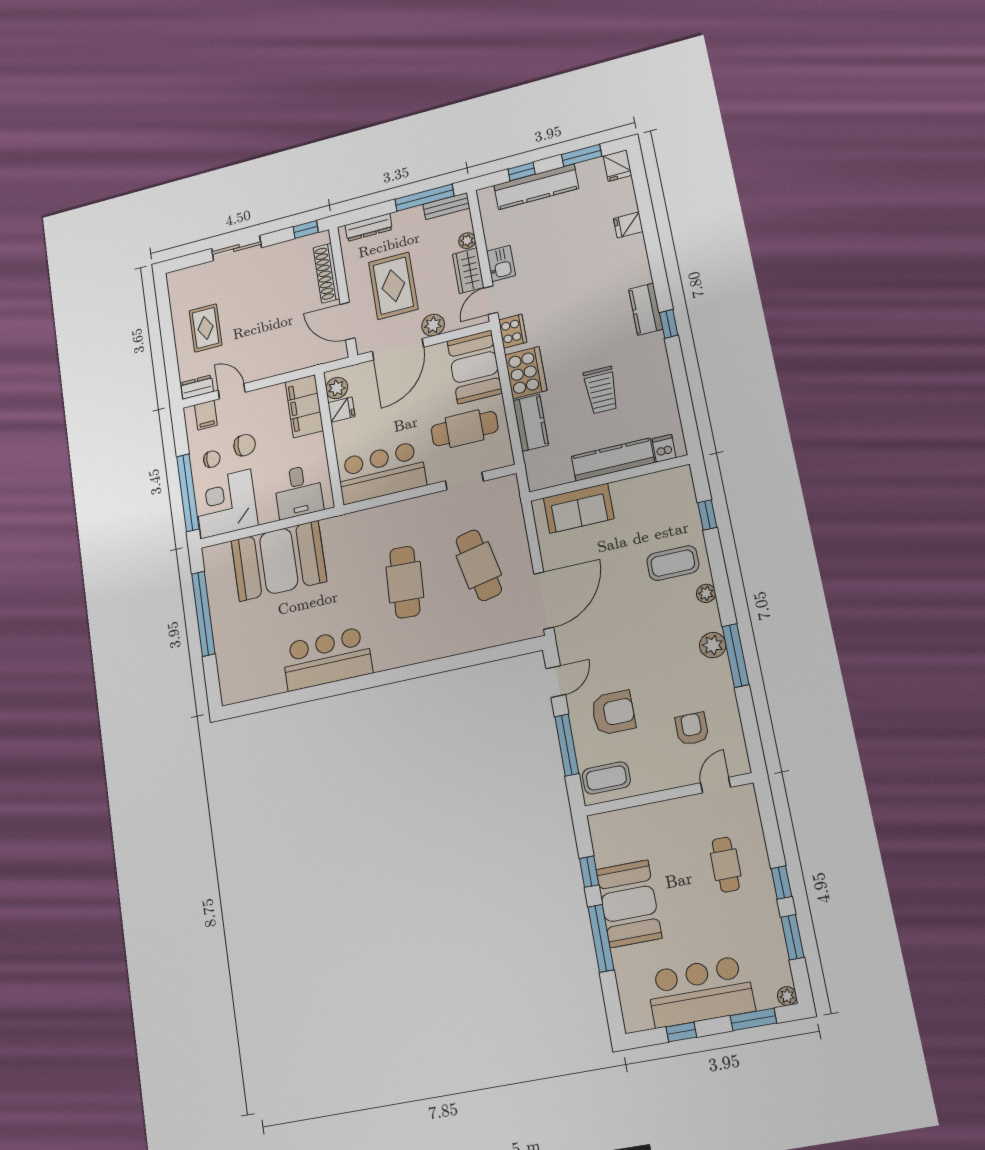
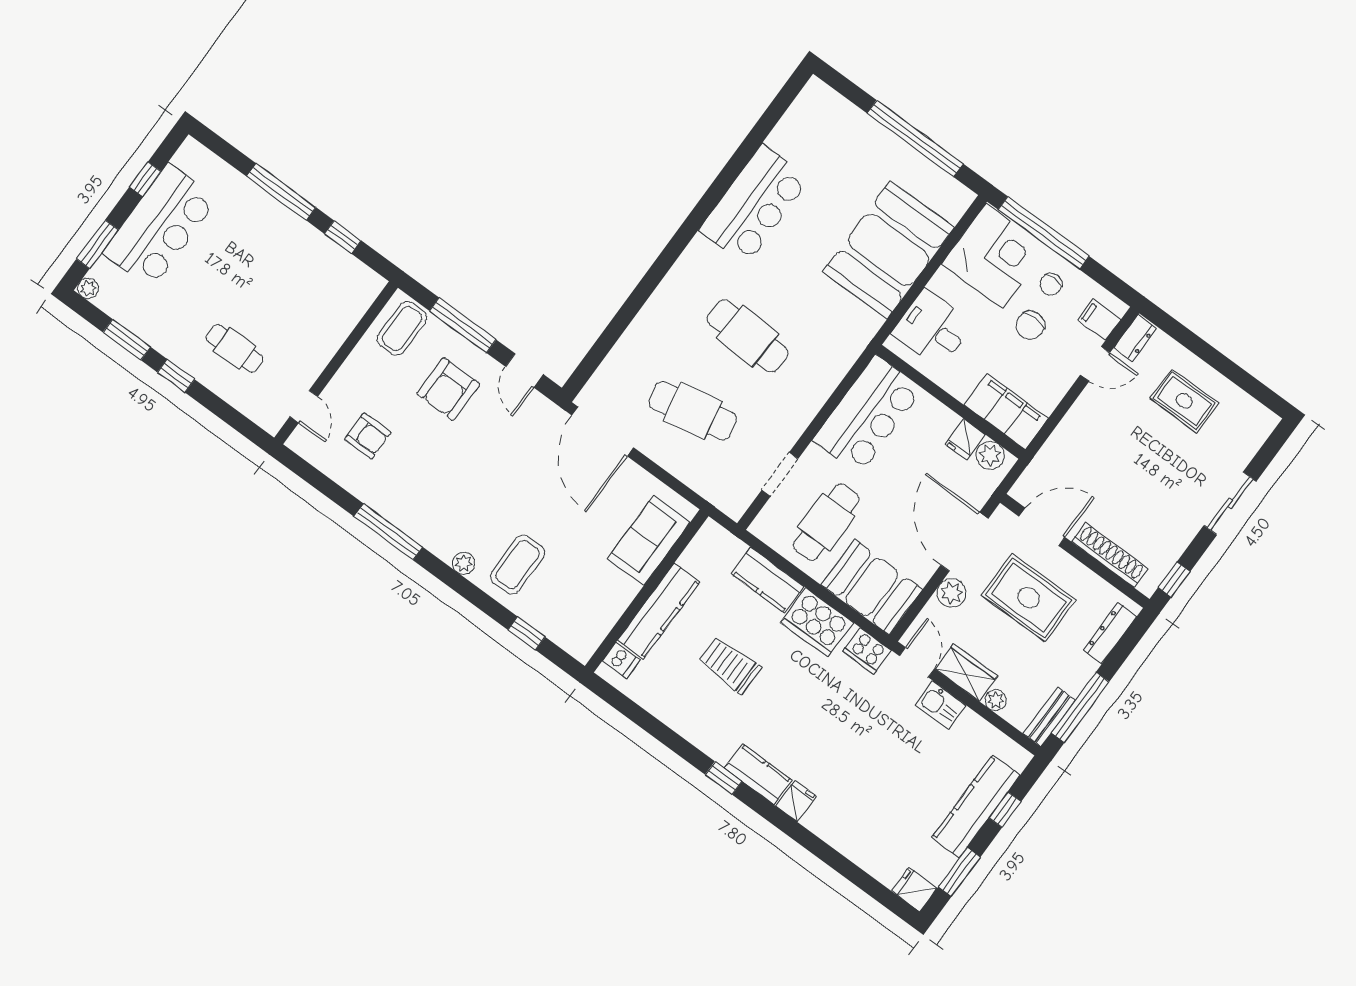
fridge: (628, 225) -> (796, 801), moved
plant: (713, 645) -> (416, 523), removed
booth: (629, 904) -> (285, 242), removed

